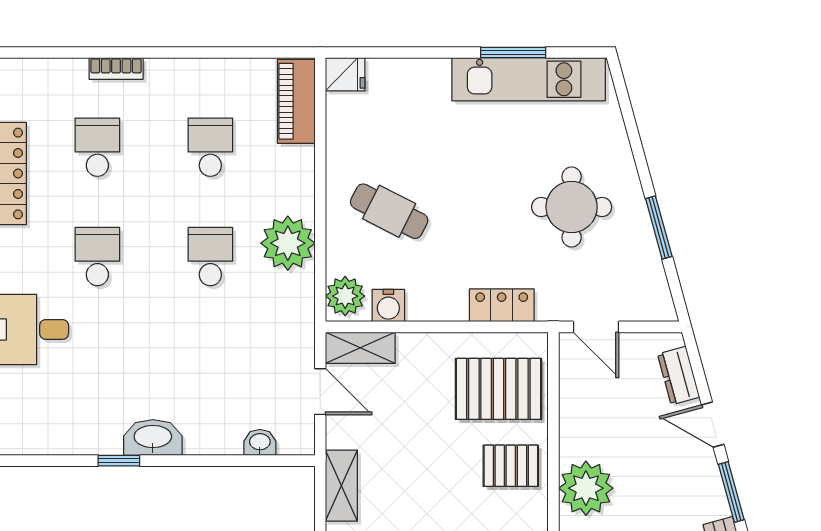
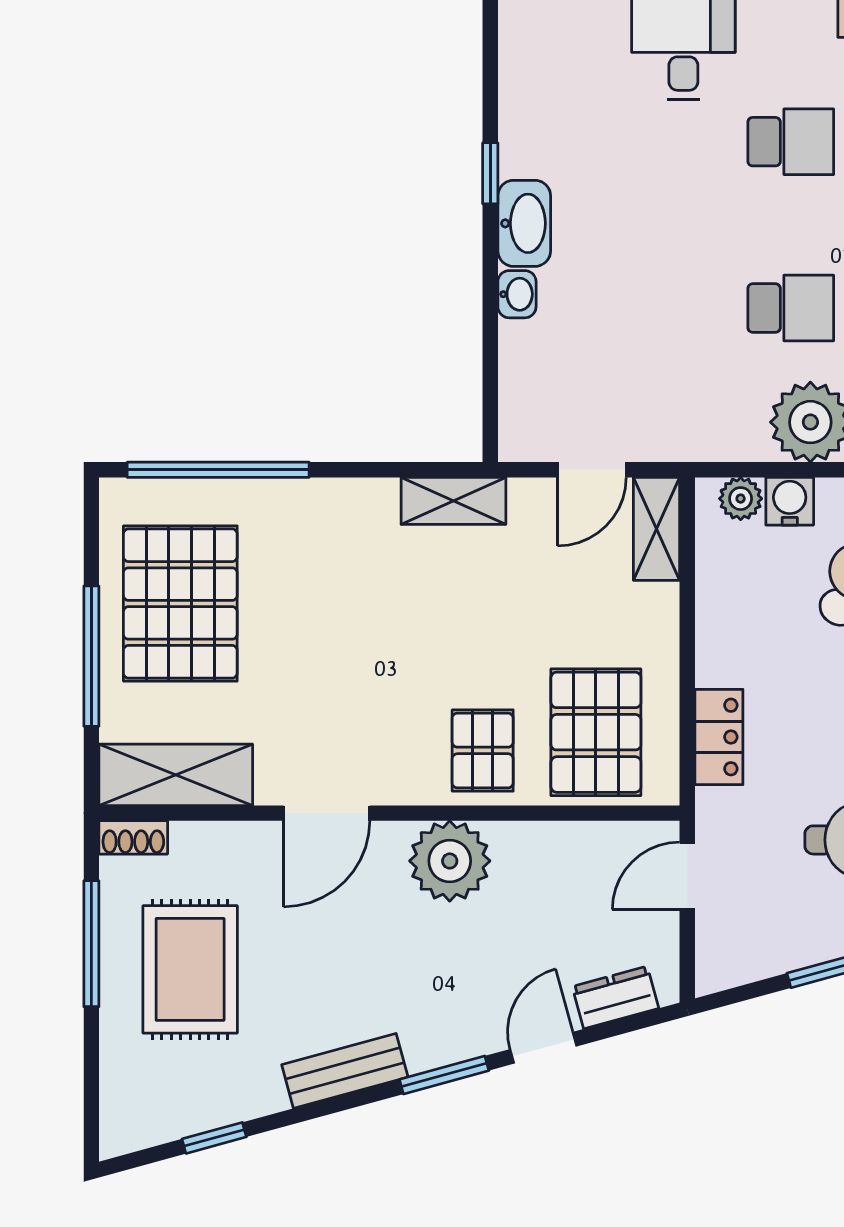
plant: (345, 296) -> (741, 499), width x0.73, depth x0.73
water cooler: (388, 305) -> (790, 501), moved, turned 90
washbasin: (260, 442) -> (517, 294), moved

